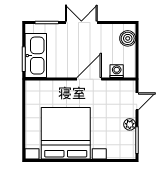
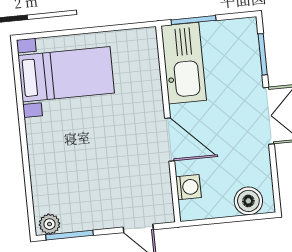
kitchen sink: (36, 56) -> (184, 63), moved, turned -90
plant: (130, 124) -> (50, 224), moved
bed with nightstands: (66, 133) -> (66, 74), width x0.54

